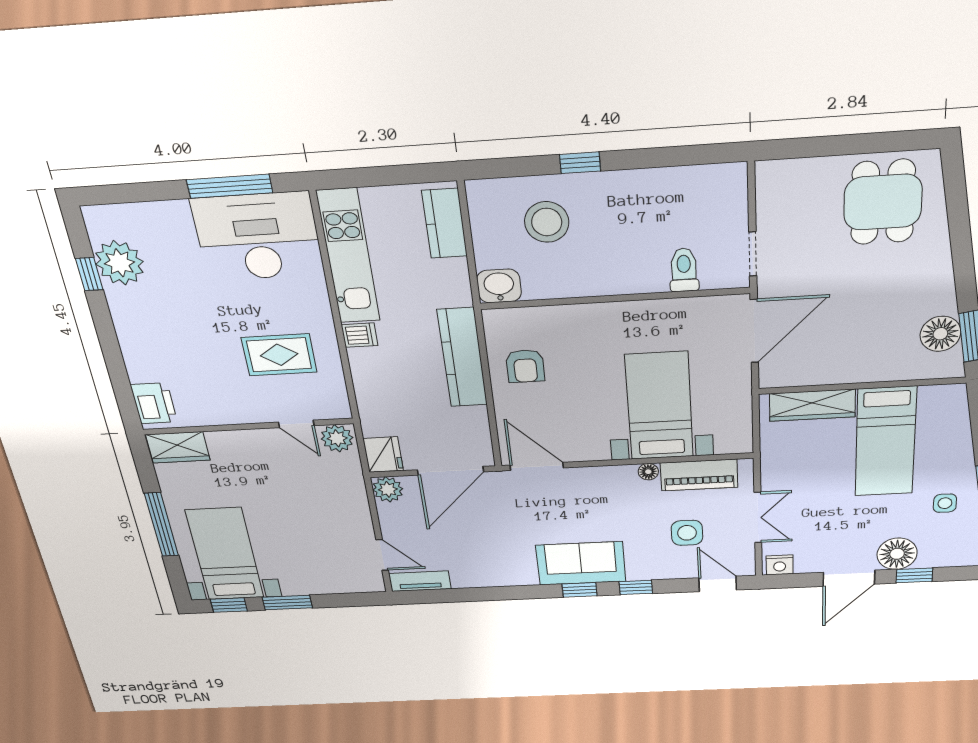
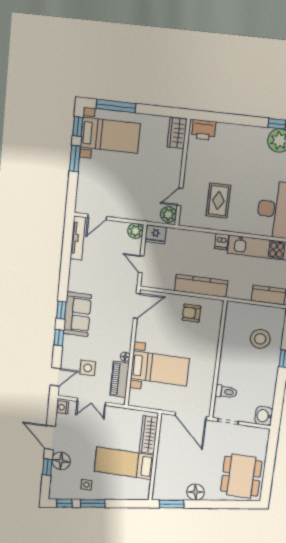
dining table: (883, 202) -> (241, 476), width x1.38
washbasin: (499, 286) -> (264, 416), moved, turned 180
floor lamp: (940, 334) -> (196, 492), moved
door: (450, 471) -> (141, 264), width x0.53
window: (161, 525) -> (116, 106), moved
tv unit: (420, 581) -> (78, 238), width x1.41

